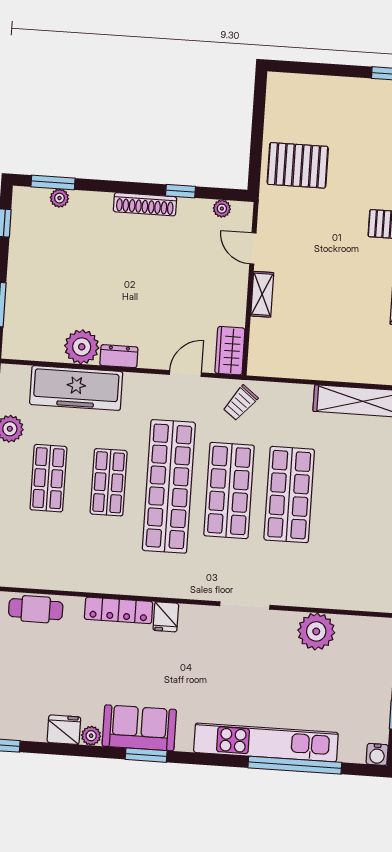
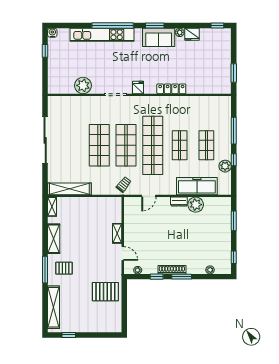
window: (53, 182) -> (182, 277), moved
wardrobe: (230, 351) -> (130, 207), removed
cafe table: (36, 609) -> (208, 87), removed
fridge: (166, 617) -> (138, 87), moved
window: (295, 765) -> (113, 25), moved

